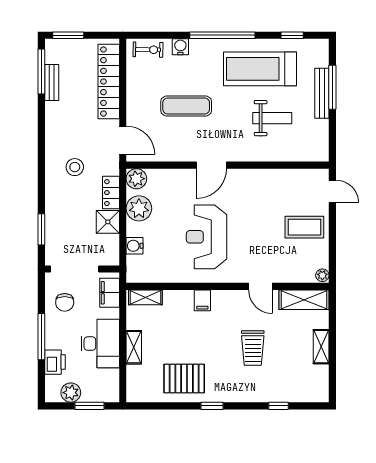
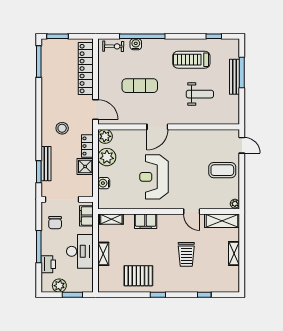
window: (222, 35) -> (142, 36), moved
treadmill: (260, 69) -> (191, 60), width x0.73, depth x0.73
bench: (52, 83) -> (46, 164), moved, width x1.36
filing cabinet: (202, 300) -> (146, 221), width x2.00

